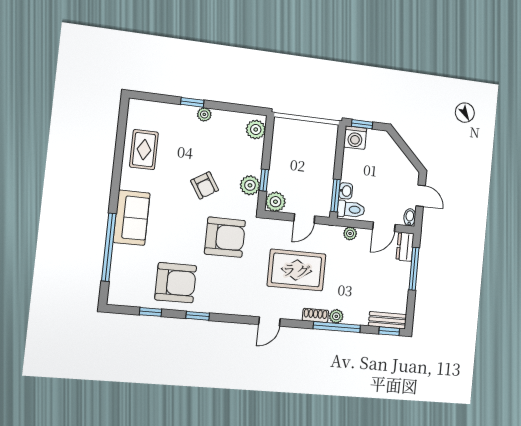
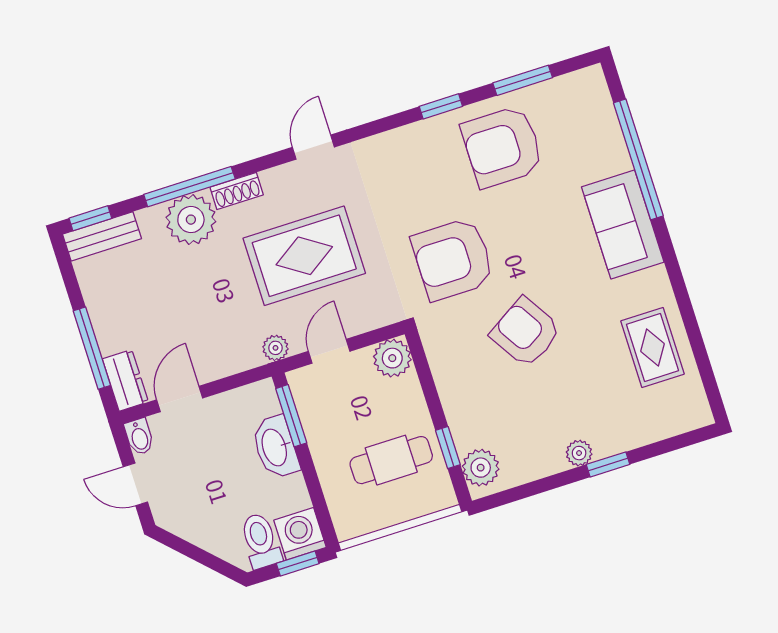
cafe table: (297, 153) -> (391, 460), added
window: (264, 180) -> (448, 448), moved
armchair: (205, 185) -> (526, 332), width x1.38, depth x1.38
plant: (250, 185) -> (449, 367), removed
washbasin: (346, 191) -> (275, 447), width x1.91, depth x1.45
toilet: (351, 209) -> (261, 541), moved, turned 90
plant: (350, 233) -> (275, 348), moved
window: (151, 312) -> (523, 80), width x1.50
plant: (336, 316) -> (191, 220), width x1.88, depth x1.88

